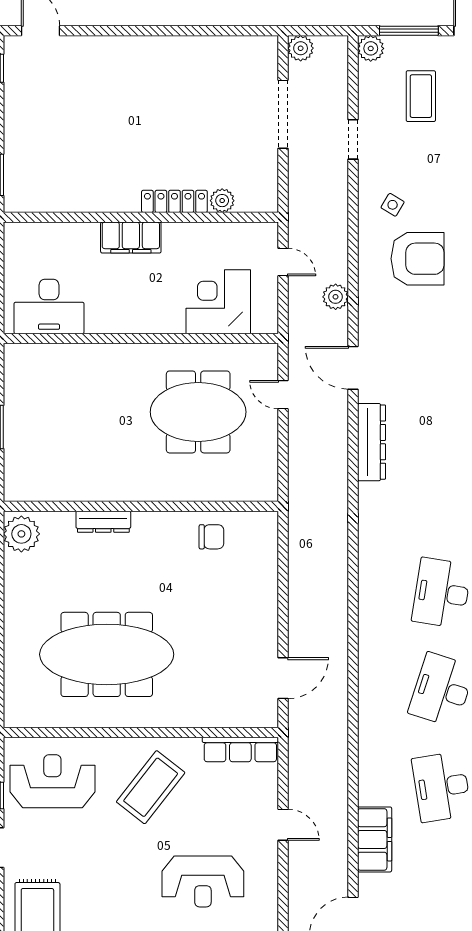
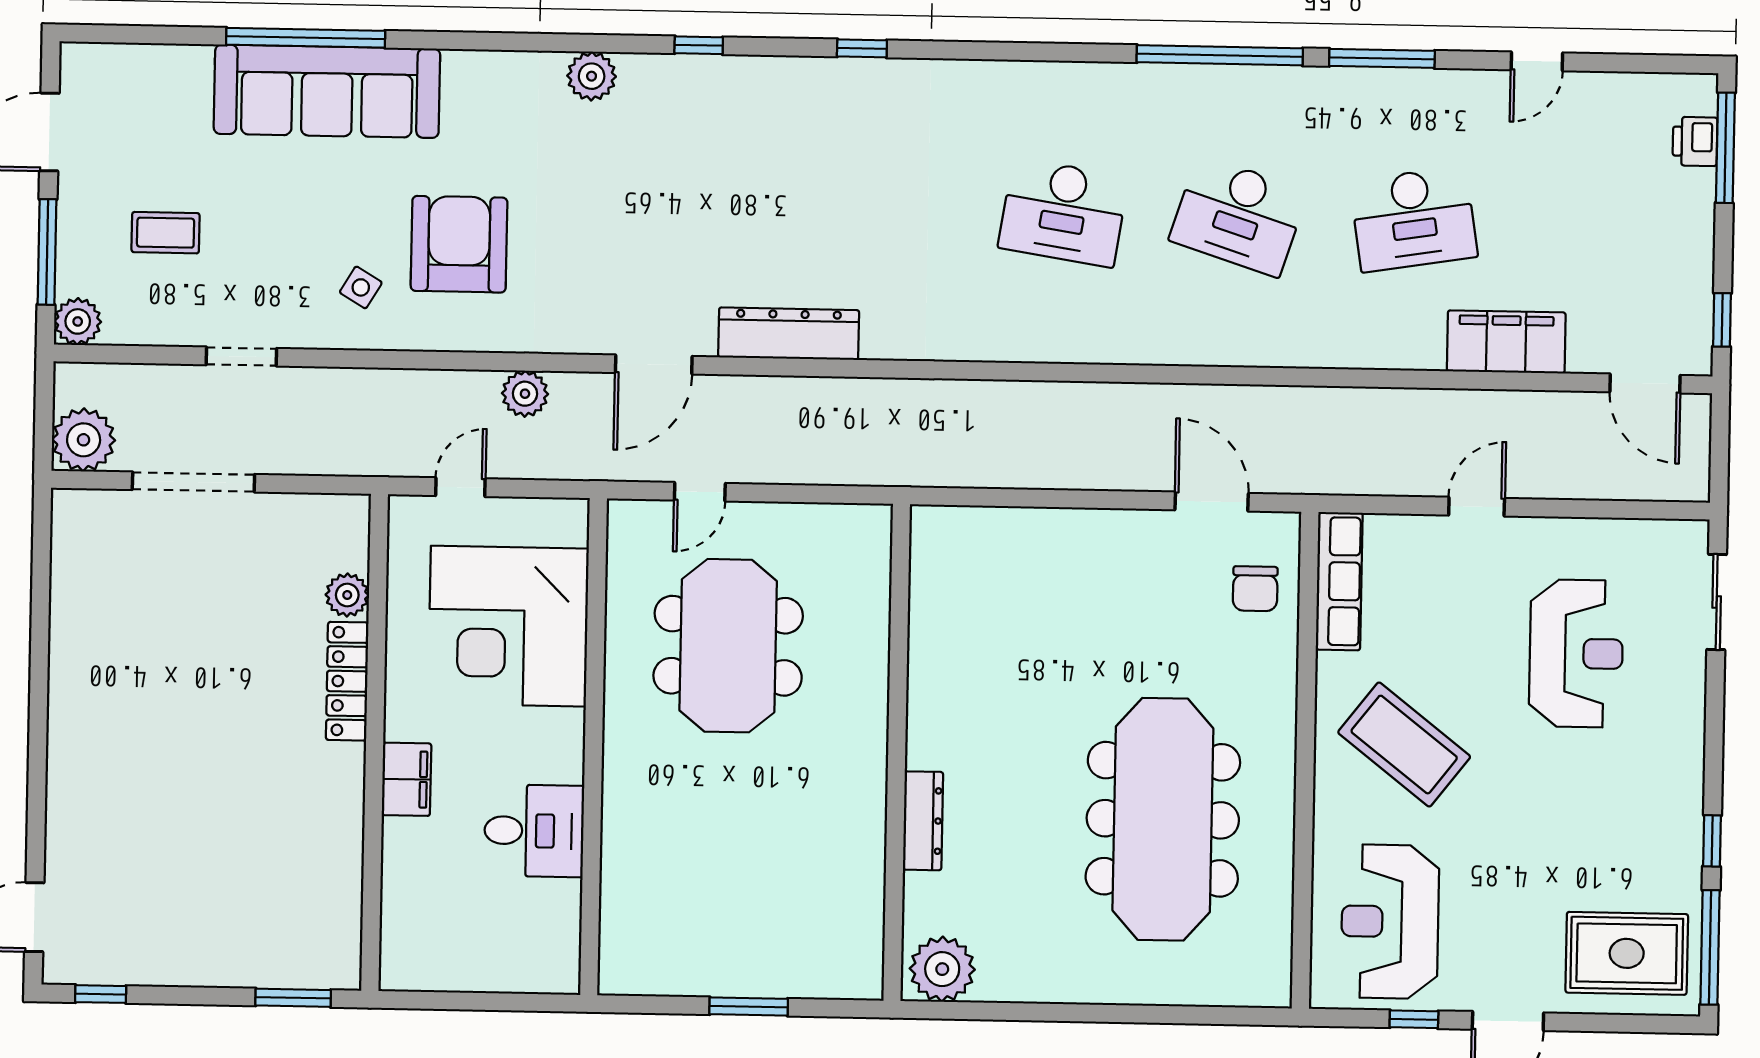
plant: (301, 48) -> (84, 440), width x1.36, depth x1.36
coffee table: (421, 96) -> (166, 233), width x0.73, depth x0.77
filing cabinet: (131, 238) -> (406, 779), width x0.67, depth x0.86
corner desk: (218, 302) -> (508, 626), width x1.36, depth x1.36
desk: (49, 306) -> (534, 831), moved, width x0.73
chair: (211, 537) -> (1255, 589), moved, turned 180

